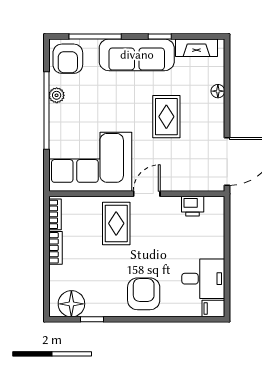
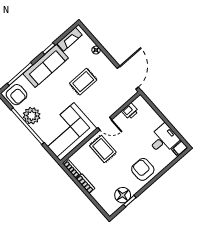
plant: (57, 95) -> (32, 116), width x1.88, depth x1.88
rug: (166, 117) -> (83, 82), turned 90
door: (147, 194) -> (105, 124), swing flipped
floor lamp: (71, 304) -> (123, 195), moved

